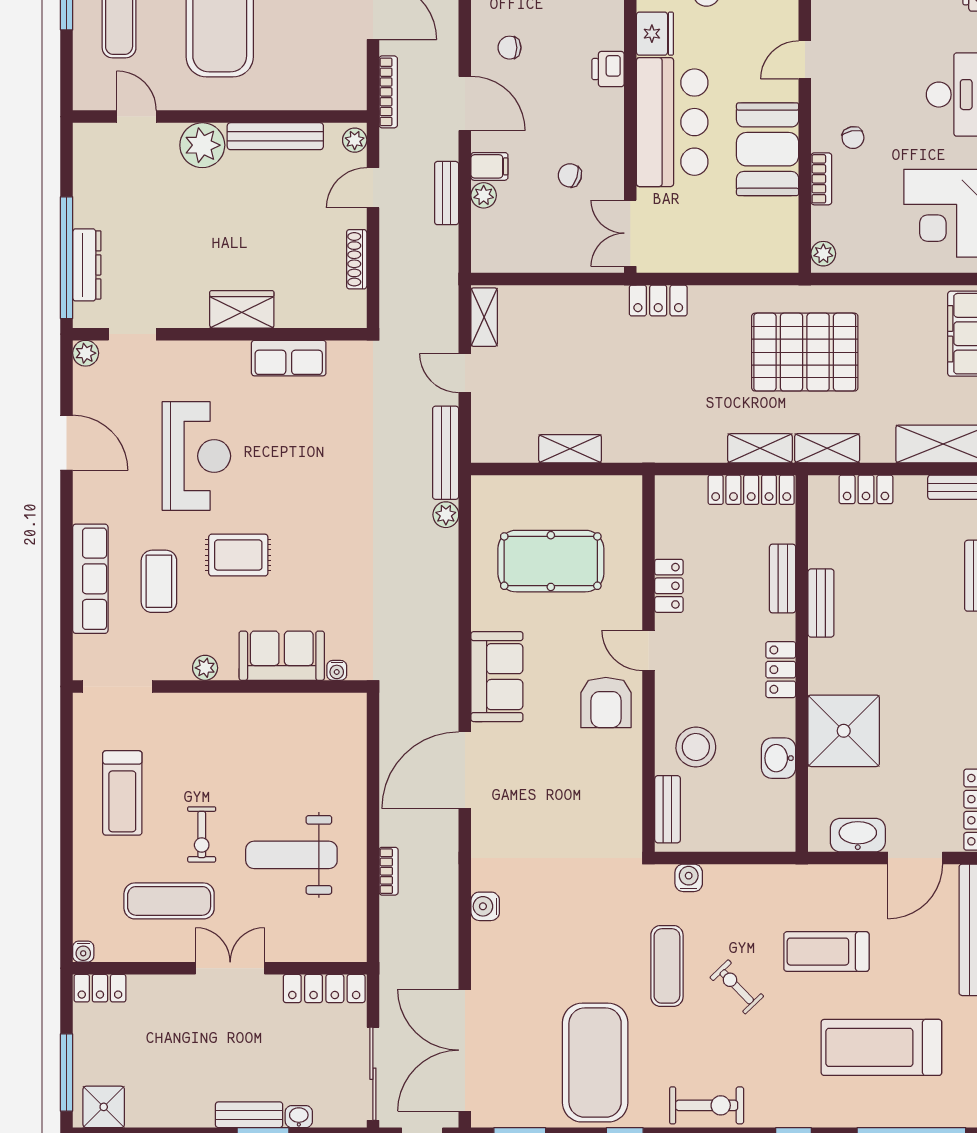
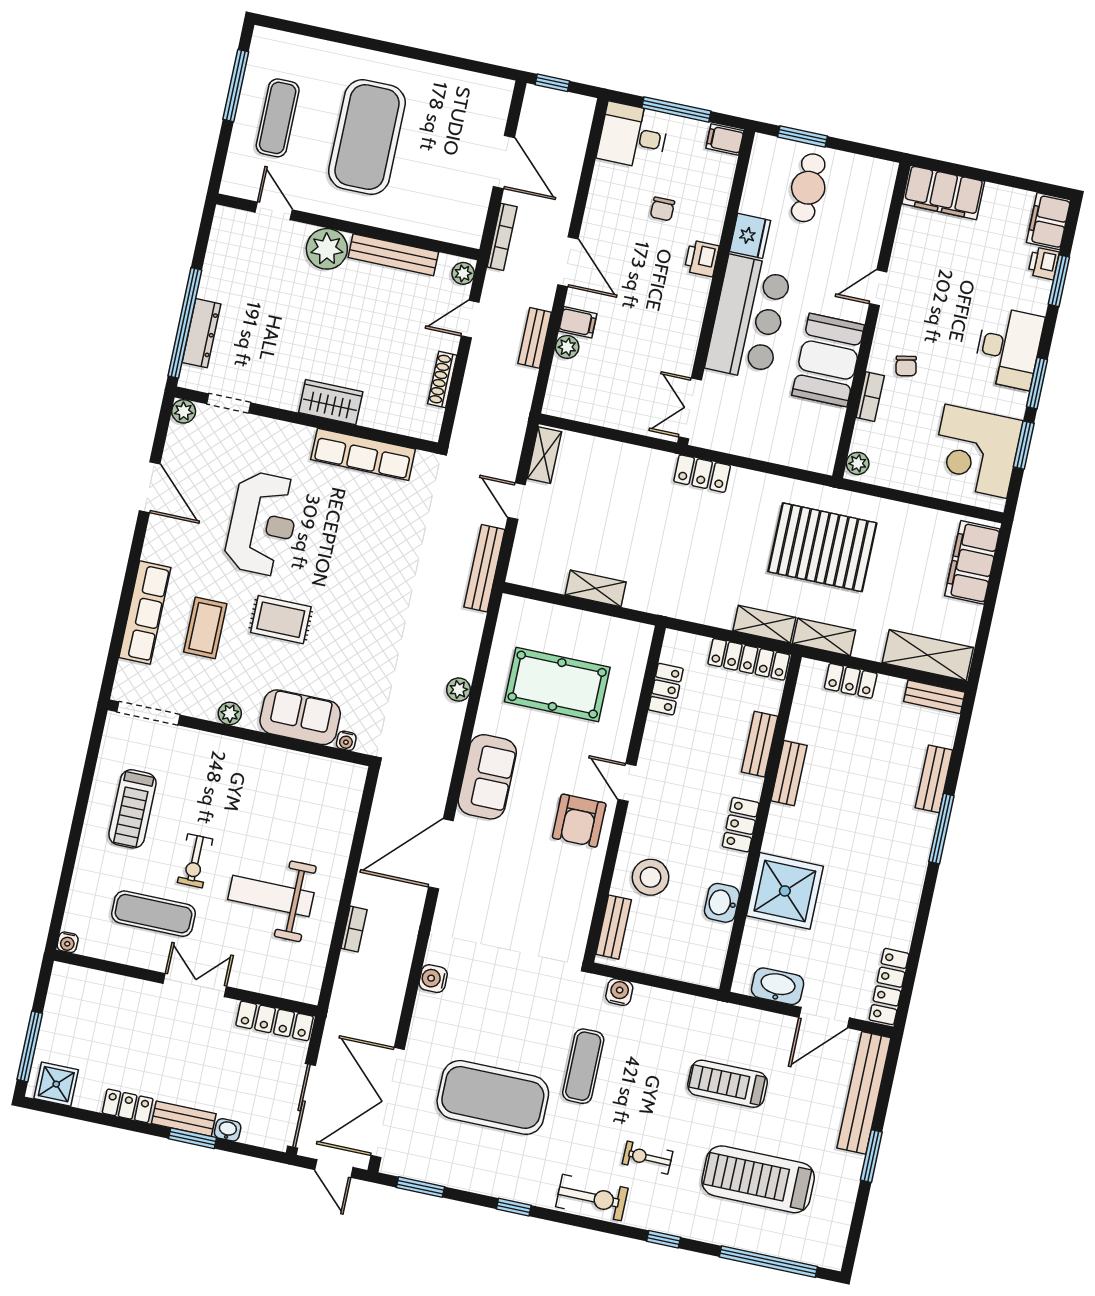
chair: (509, 48) -> (662, 209), moved, turned -90
chair: (570, 175) -> (647, 346), removed
row of seats: (289, 358) -> (363, 454), width x1.48
plant: (446, 515) -> (459, 690), moved
locker: (669, 586) -> (666, 689), moved
exercise bike: (737, 987) -> (648, 1158), moved, turned -45
locker: (100, 988) -> (128, 1106), moved, turned 180
exercise mat: (595, 1063) -> (493, 1097), moved, turned 90

